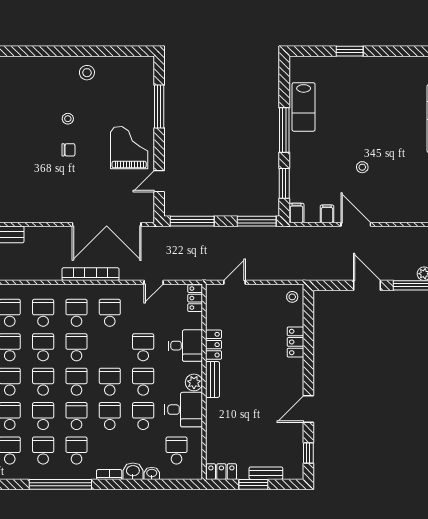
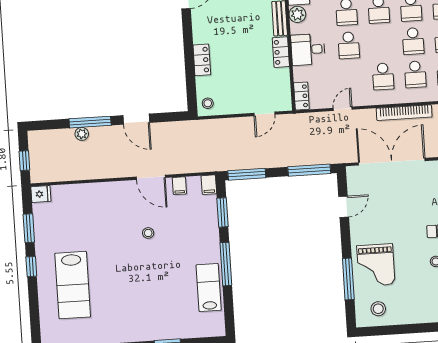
stool: (87, 73) -> (378, 309), moved
grand piano: (129, 148) -> (376, 265), moved

